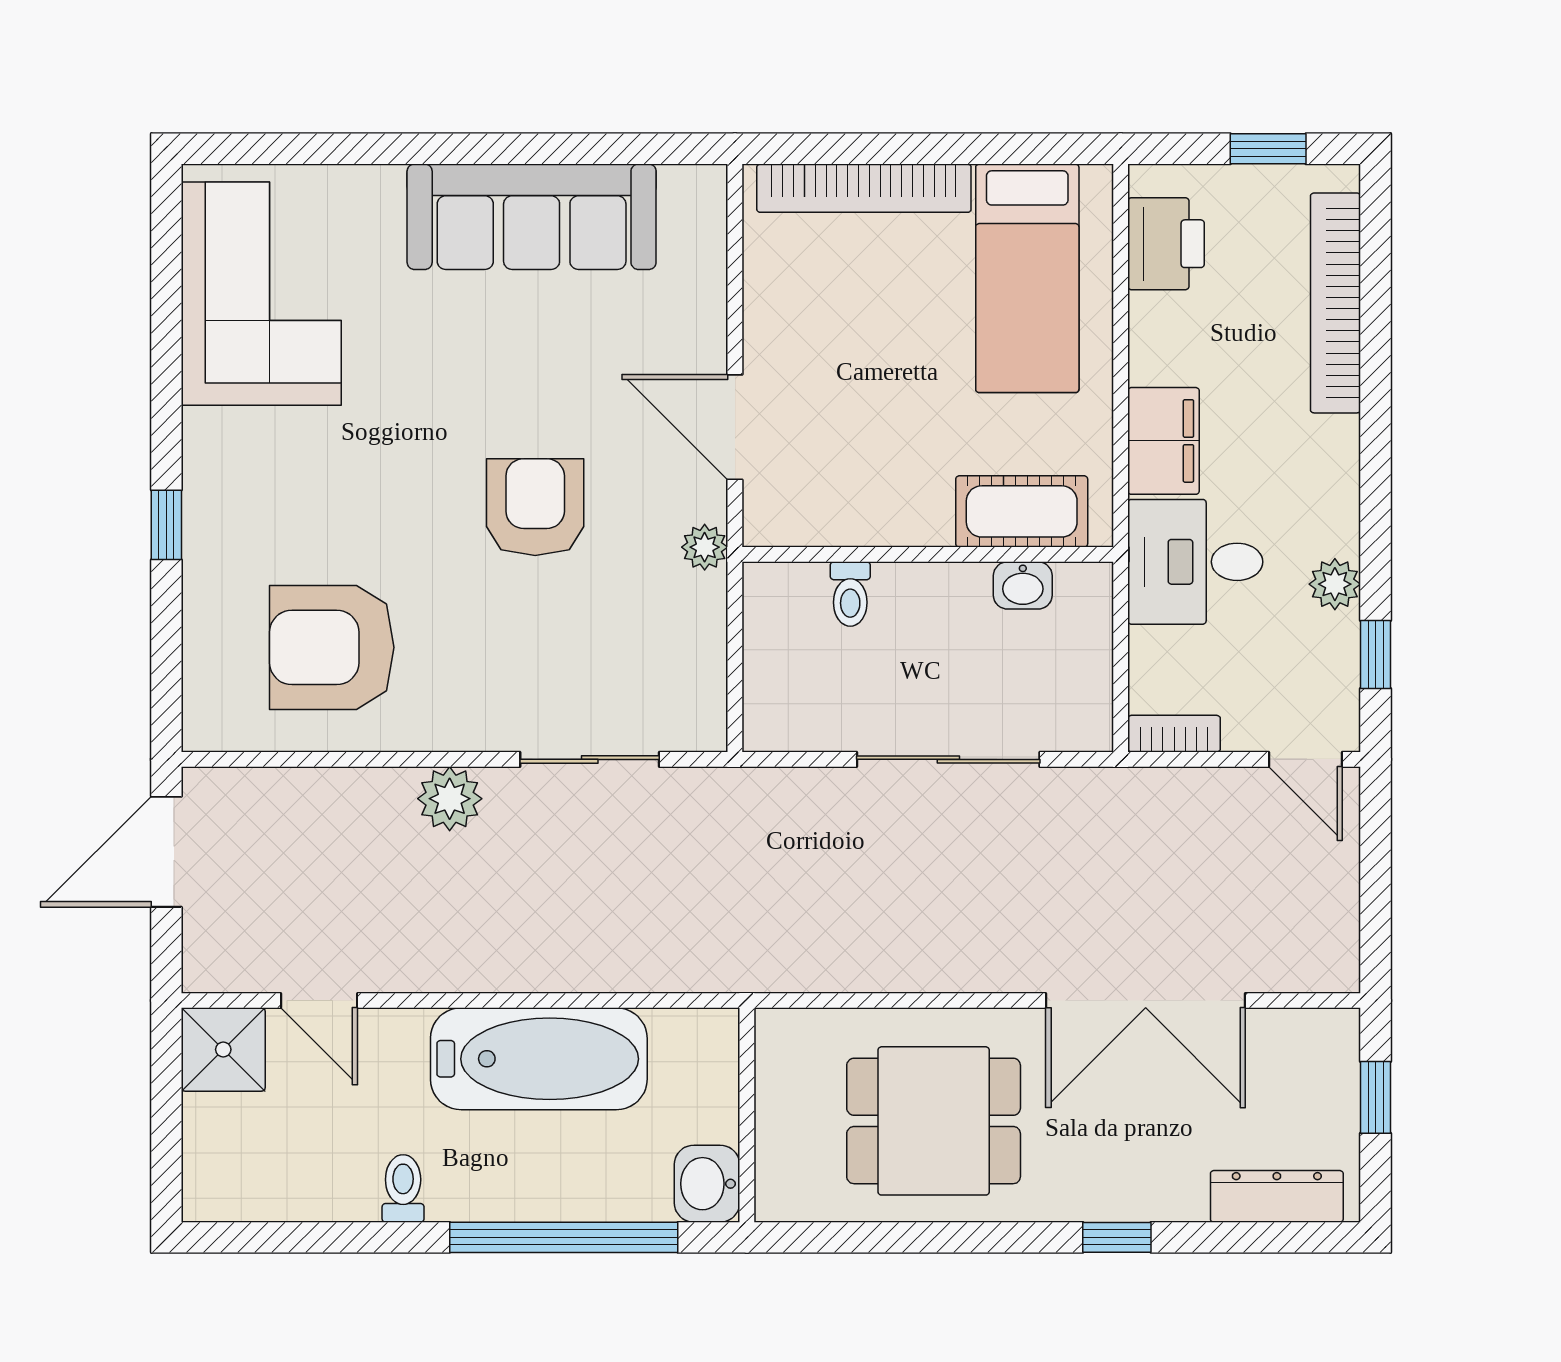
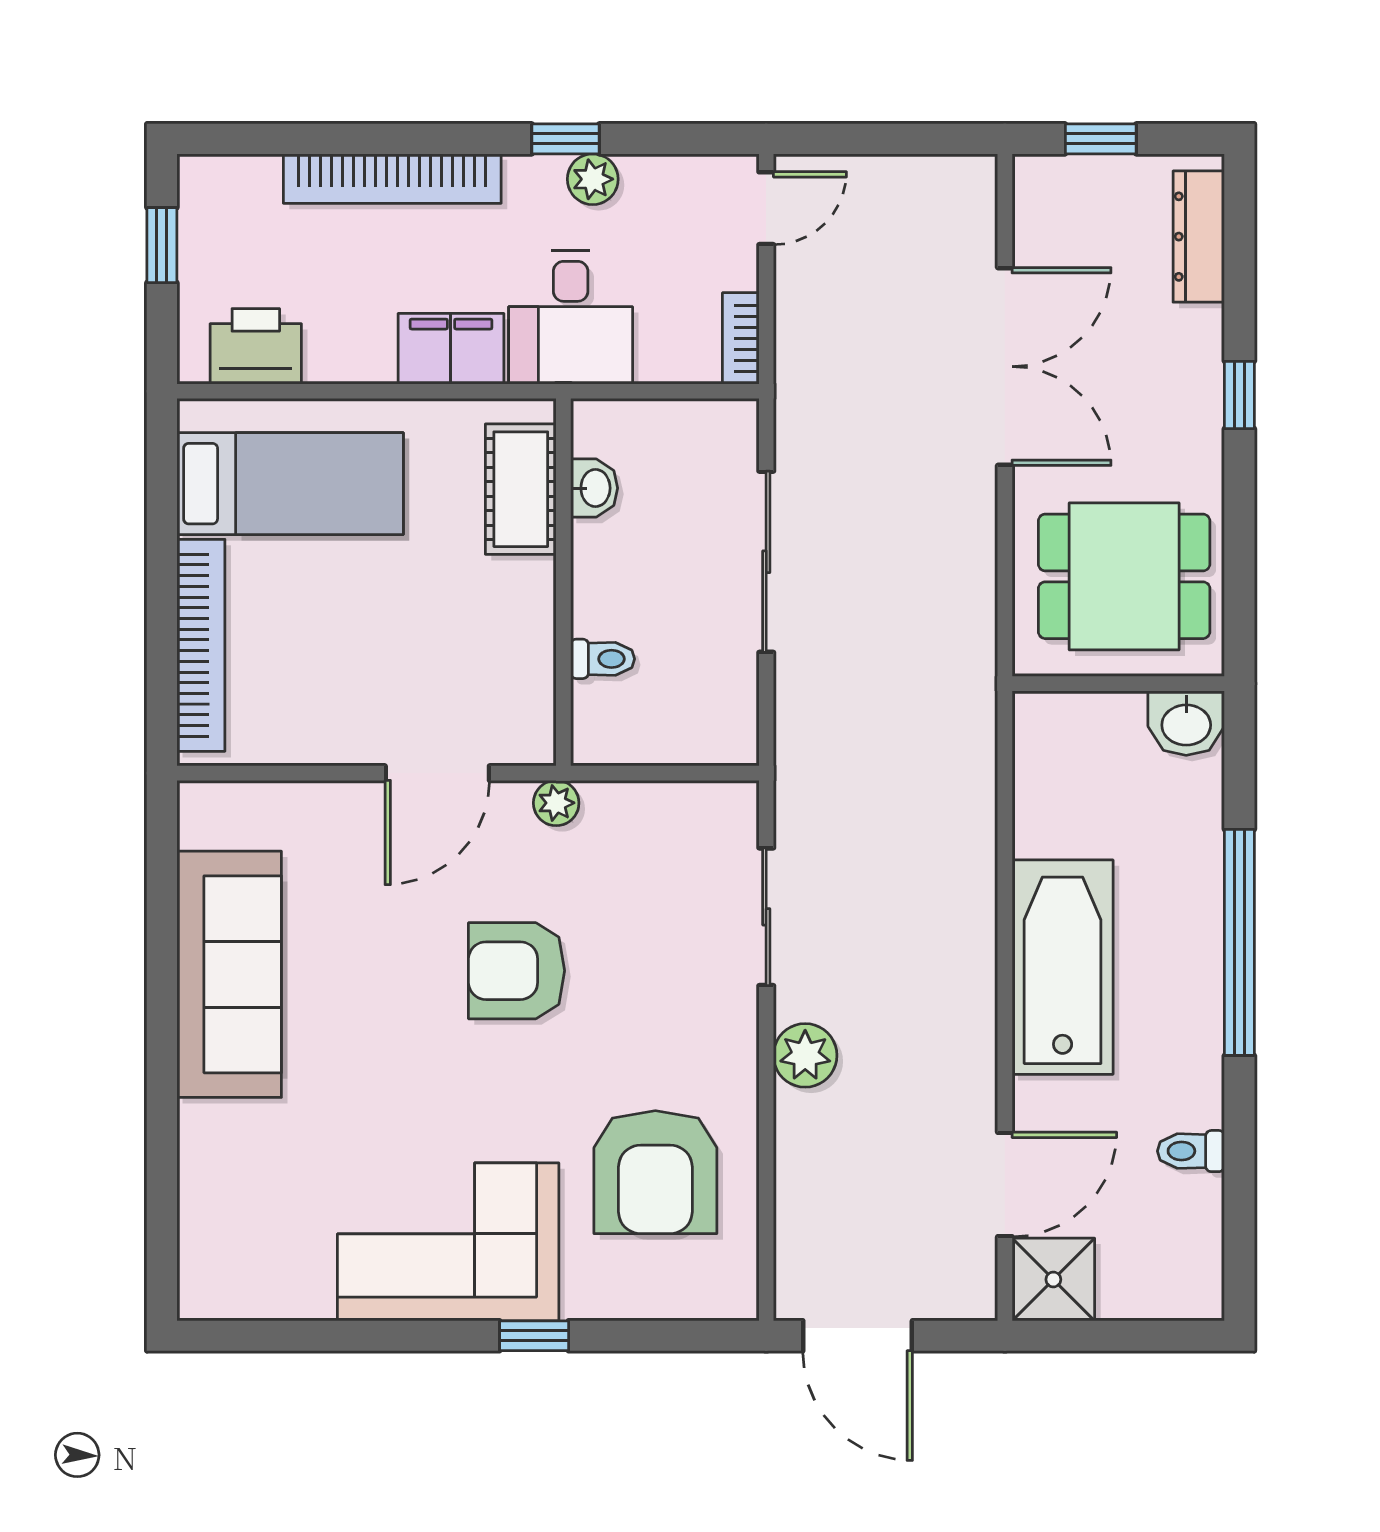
corner sofa: (261, 294) -> (448, 1242), moved
bookcase: (1335, 303) -> (392, 179), moved
window: (1376, 654) -> (566, 139), moved
door: (319, 1001) -> (1005, 1185), width x1.38
wall: (747, 1115) -> (1118, 684), moved
dining table: (934, 1121) -> (1124, 576), turned 90
washbasin: (707, 1184) -> (1186, 723), moved
toilet: (403, 1188) -> (1191, 1151), moved

